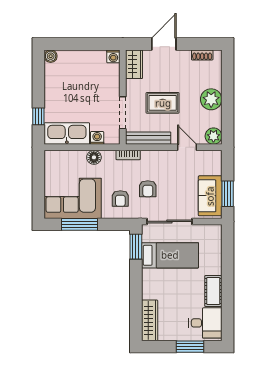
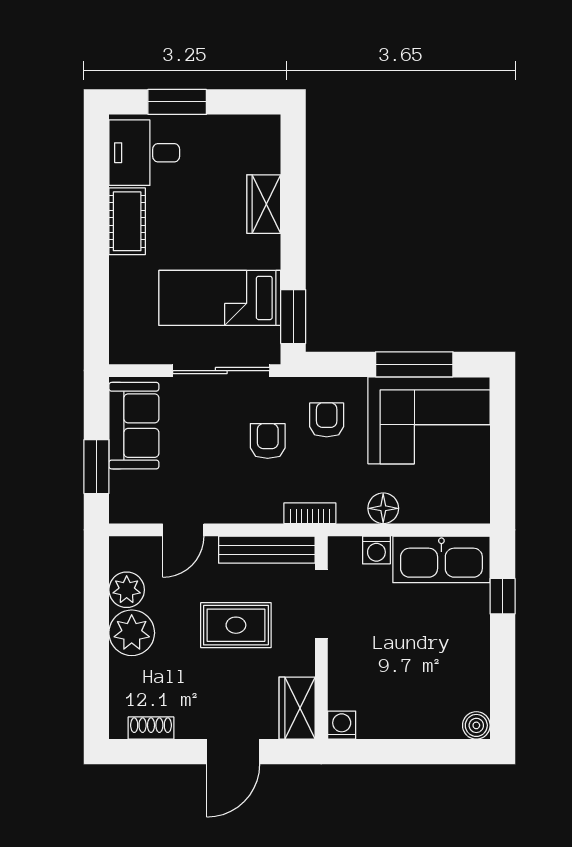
plant: (213, 136) -> (127, 590), moved
door: (187, 147) -> (183, 530), hinge flipped
window: (228, 194) -> (96, 467), moved
wardrobe: (150, 320) -> (264, 204), moved, width x0.67

